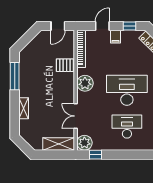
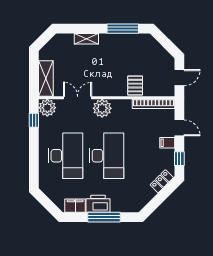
door: (58, 26) -> (179, 78), swing flipped
plant: (85, 83) -> (102, 108), moved
desk: (127, 127) -> (66, 156), width x1.36, depth x1.30

